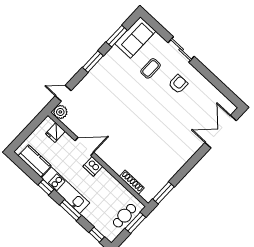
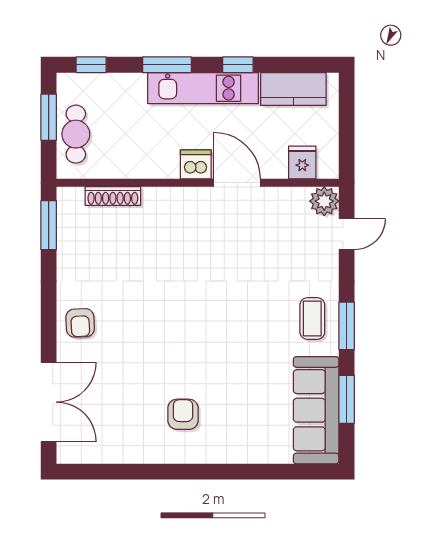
sofa: (135, 37) -> (316, 410), width x1.36
sliding door: (181, 50) -> (228, 472), removed
coffee table: (151, 68) -> (312, 318), moved
armchair: (178, 84) -> (183, 414), turned 180
door: (84, 147) -> (237, 183), swing flipped
armchair: (184, 149) -> (80, 323), added
window: (135, 223) -> (49, 117), moved

